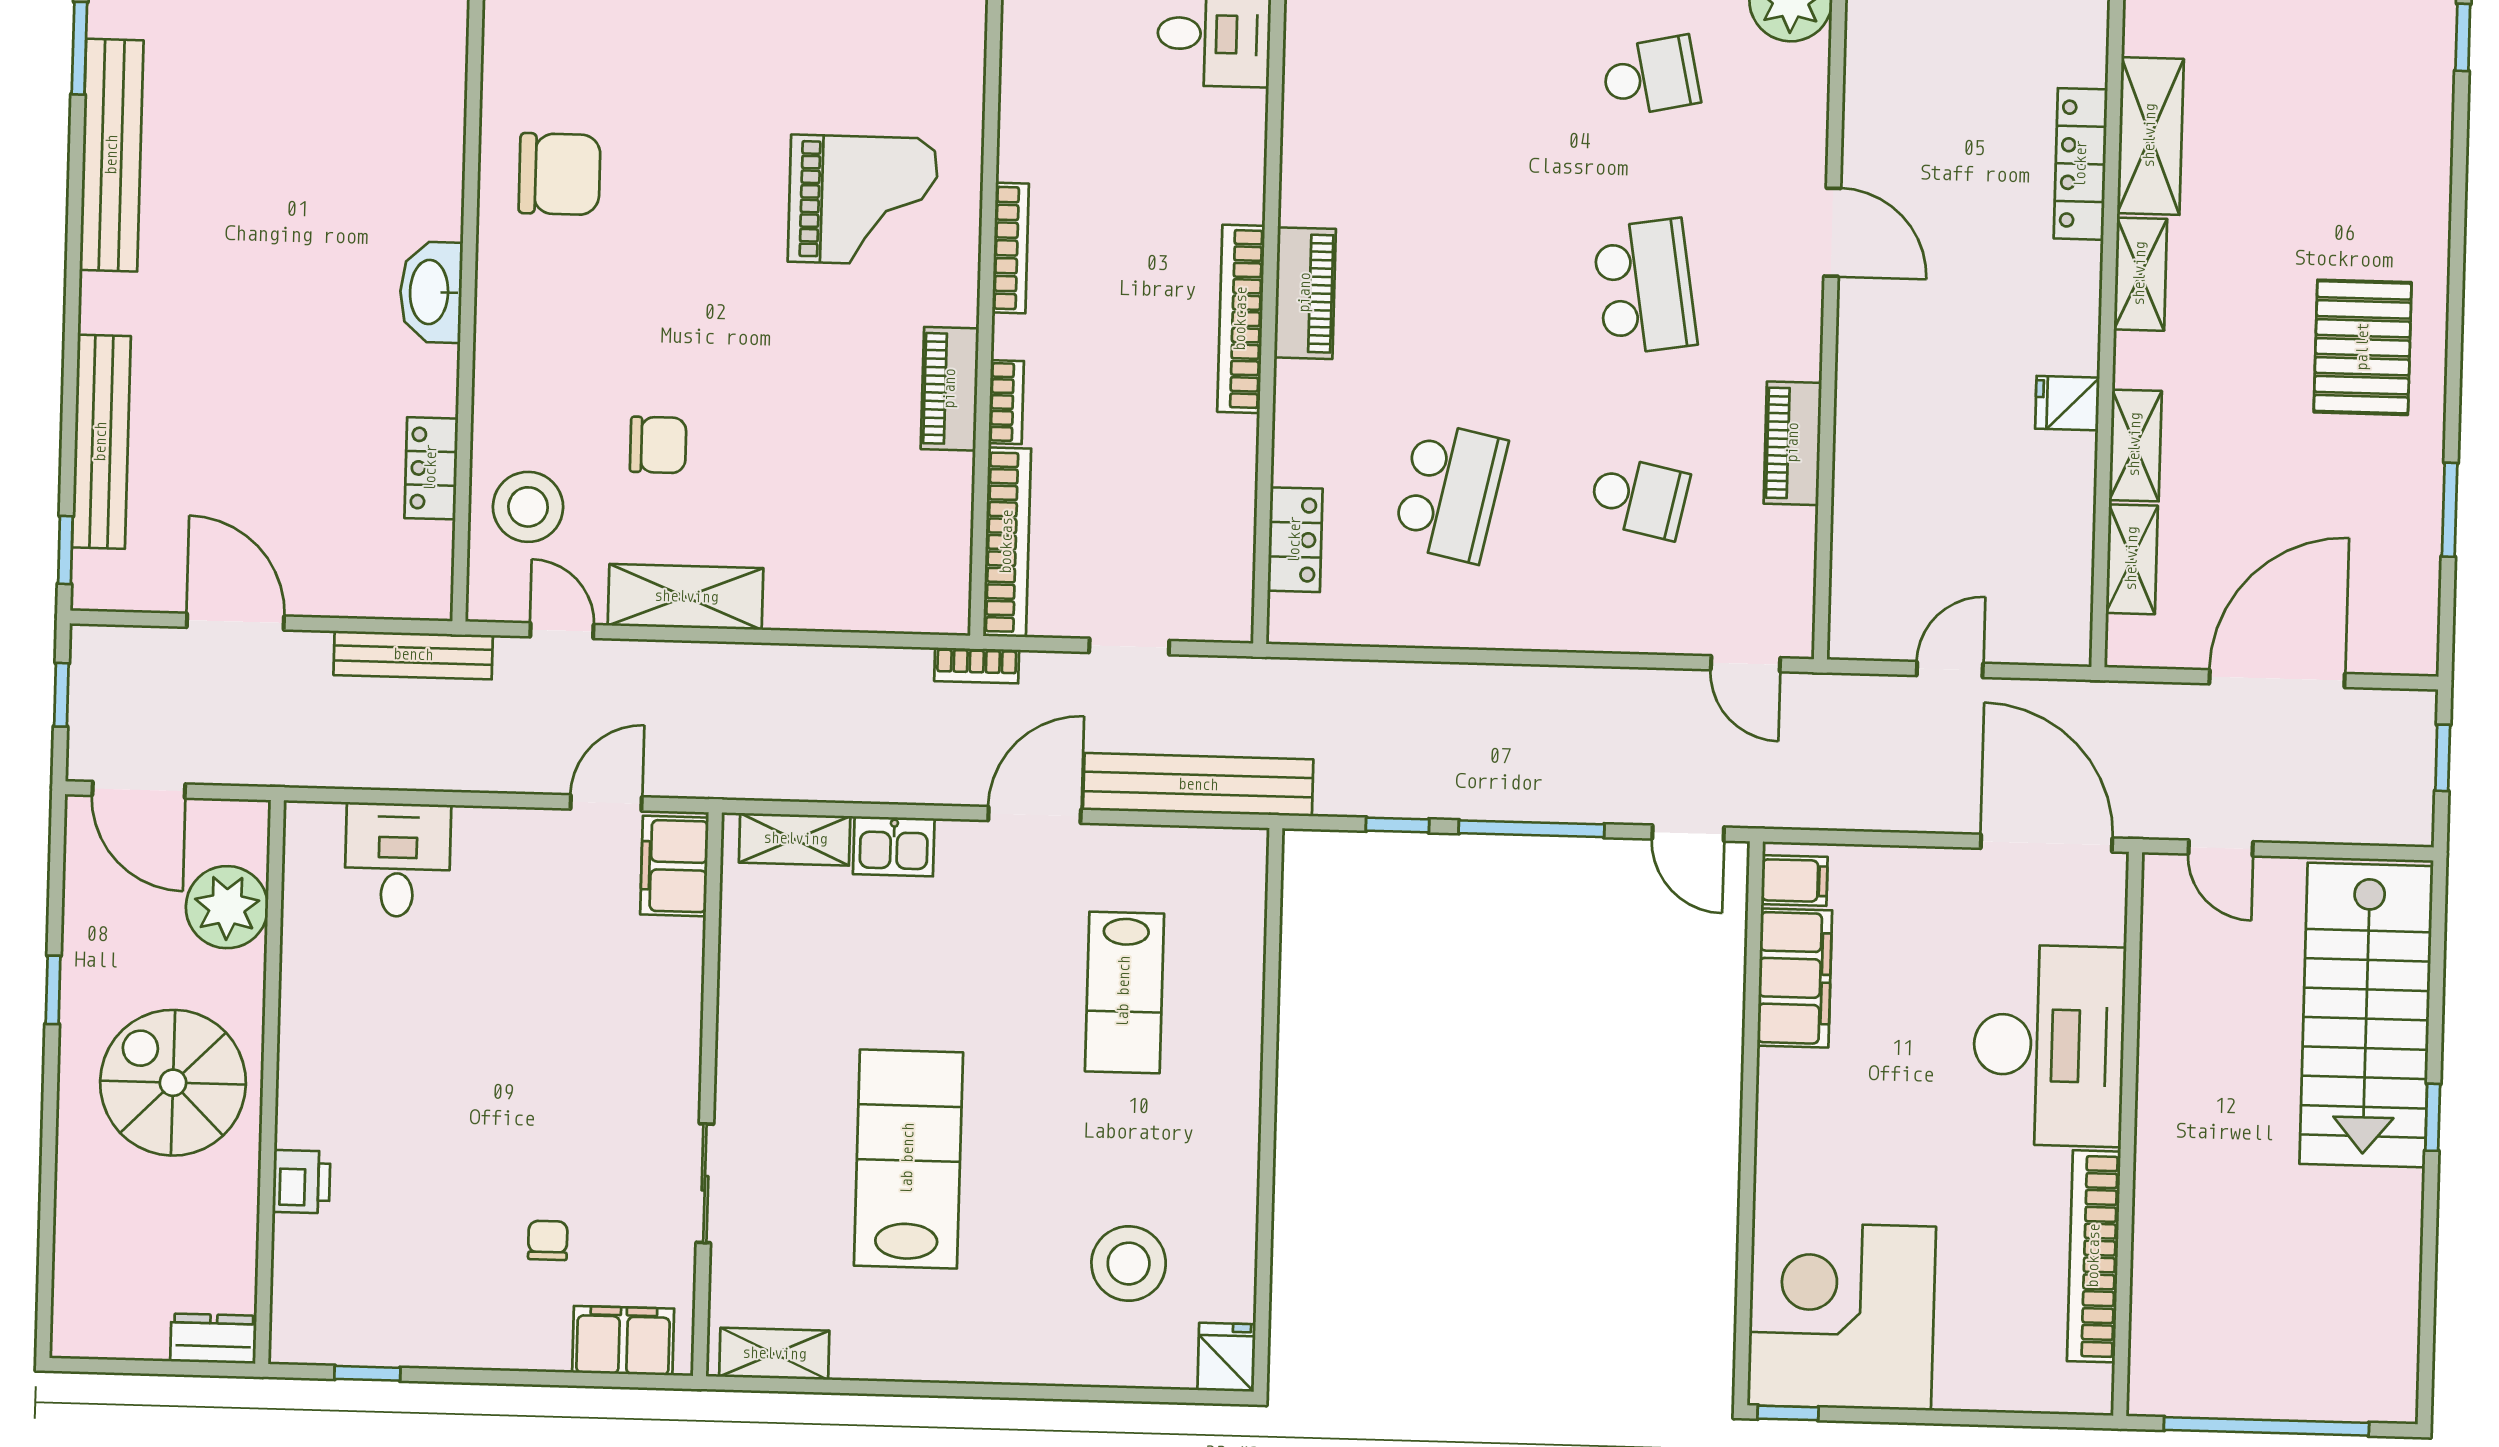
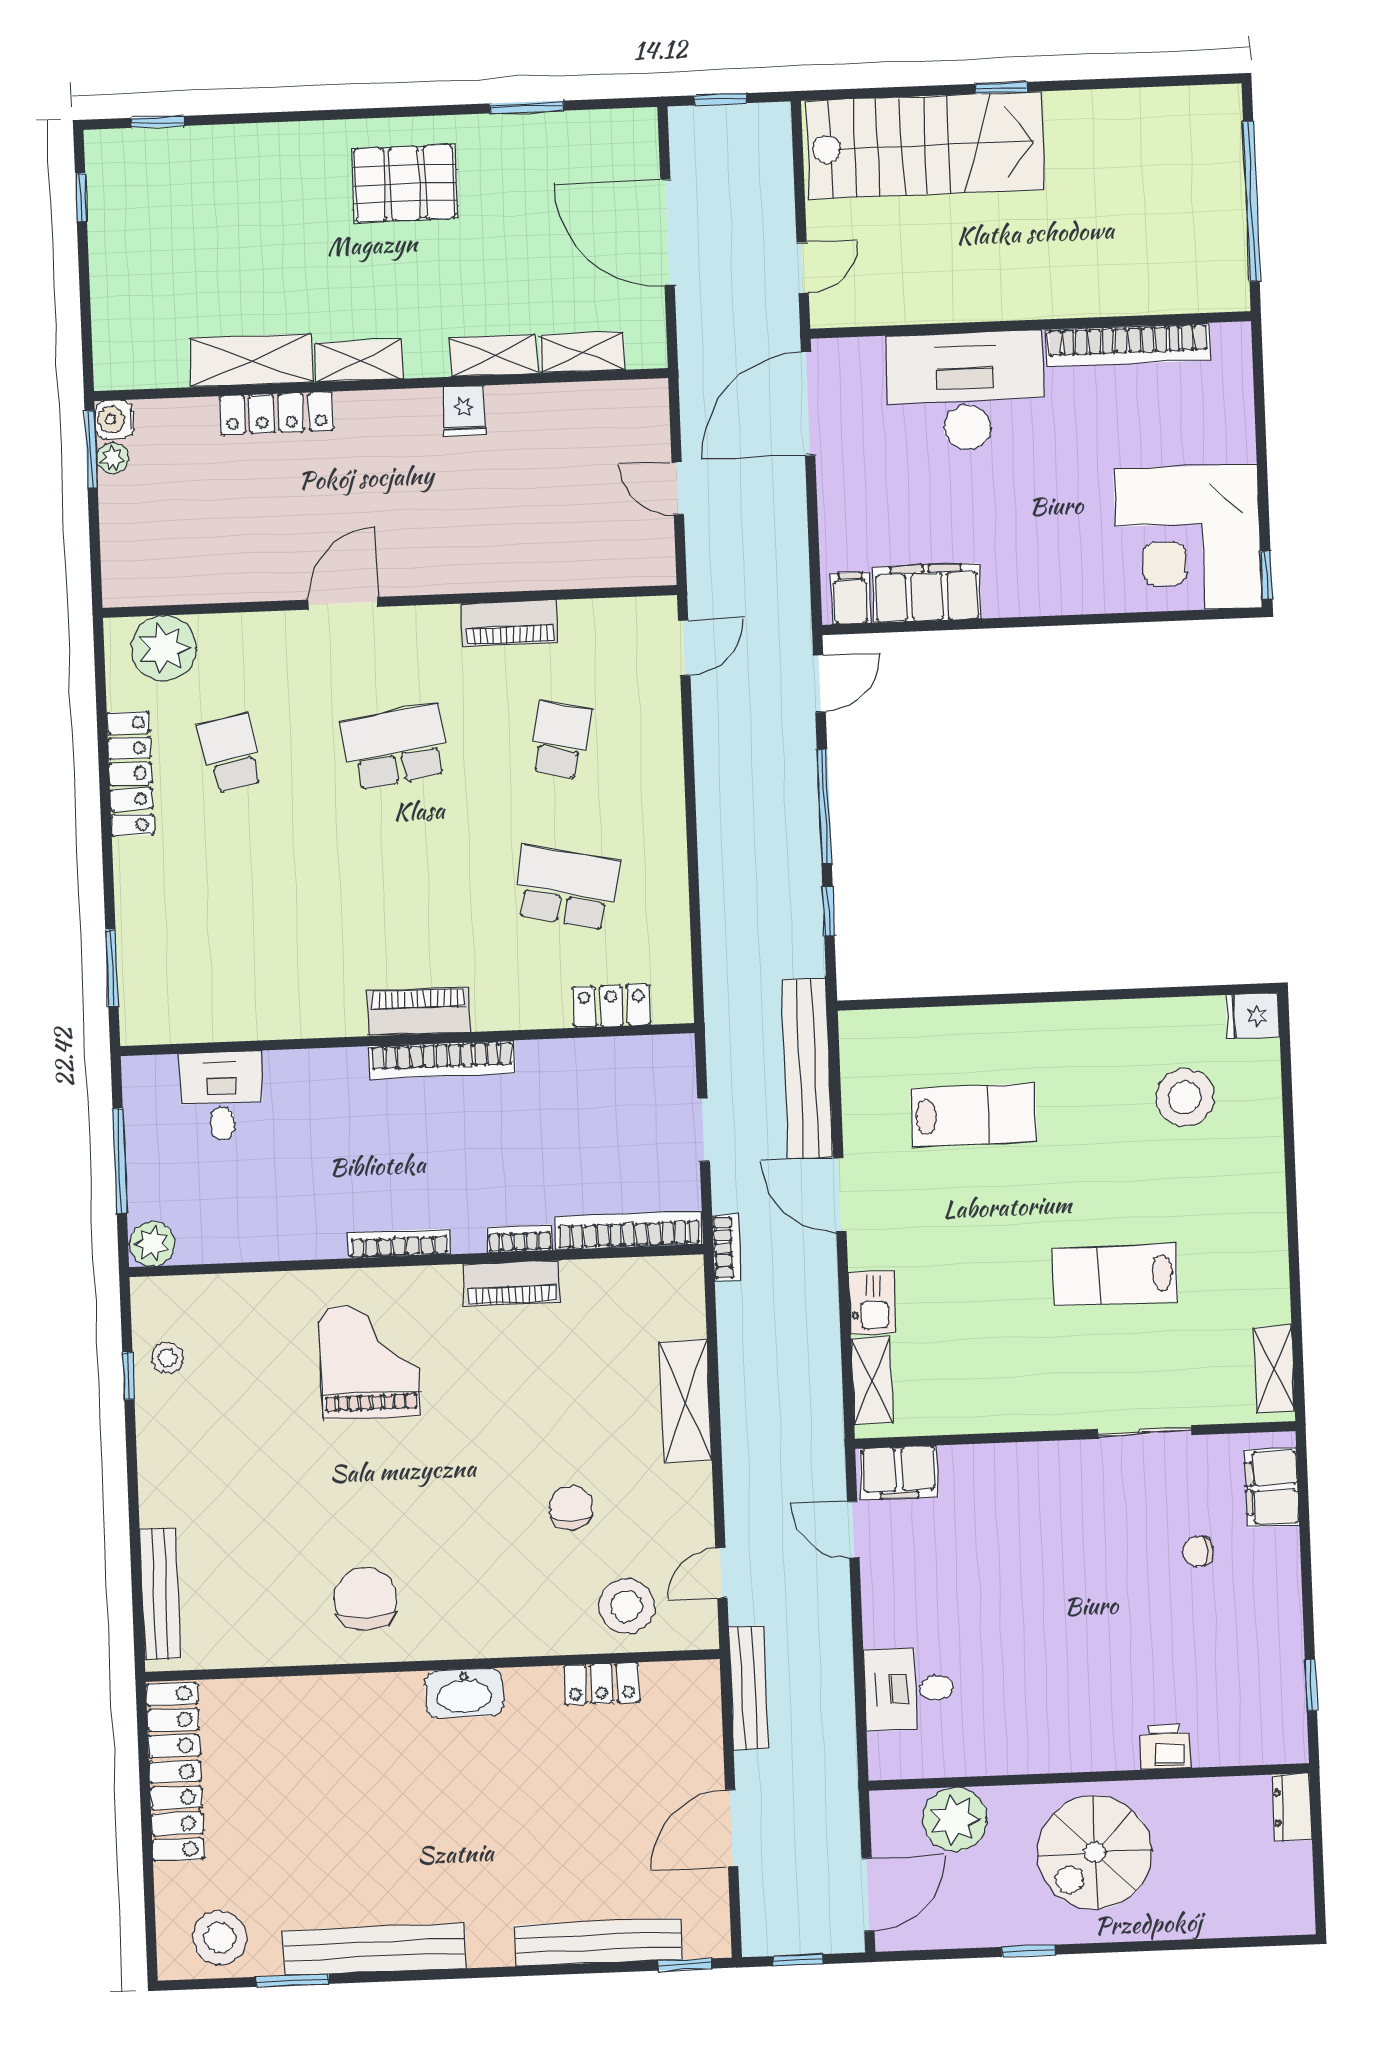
shelving: (686, 597) -> (685, 1401), moved
lab bench: (908, 1159) -> (1115, 1275), width x0.73, depth x0.72

